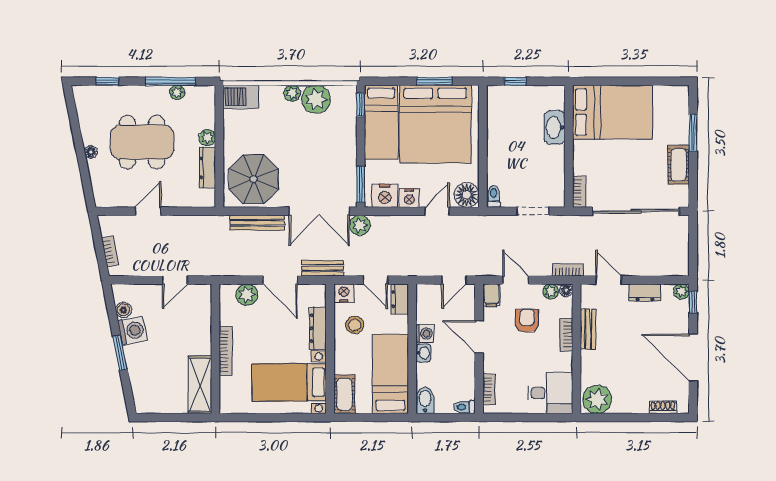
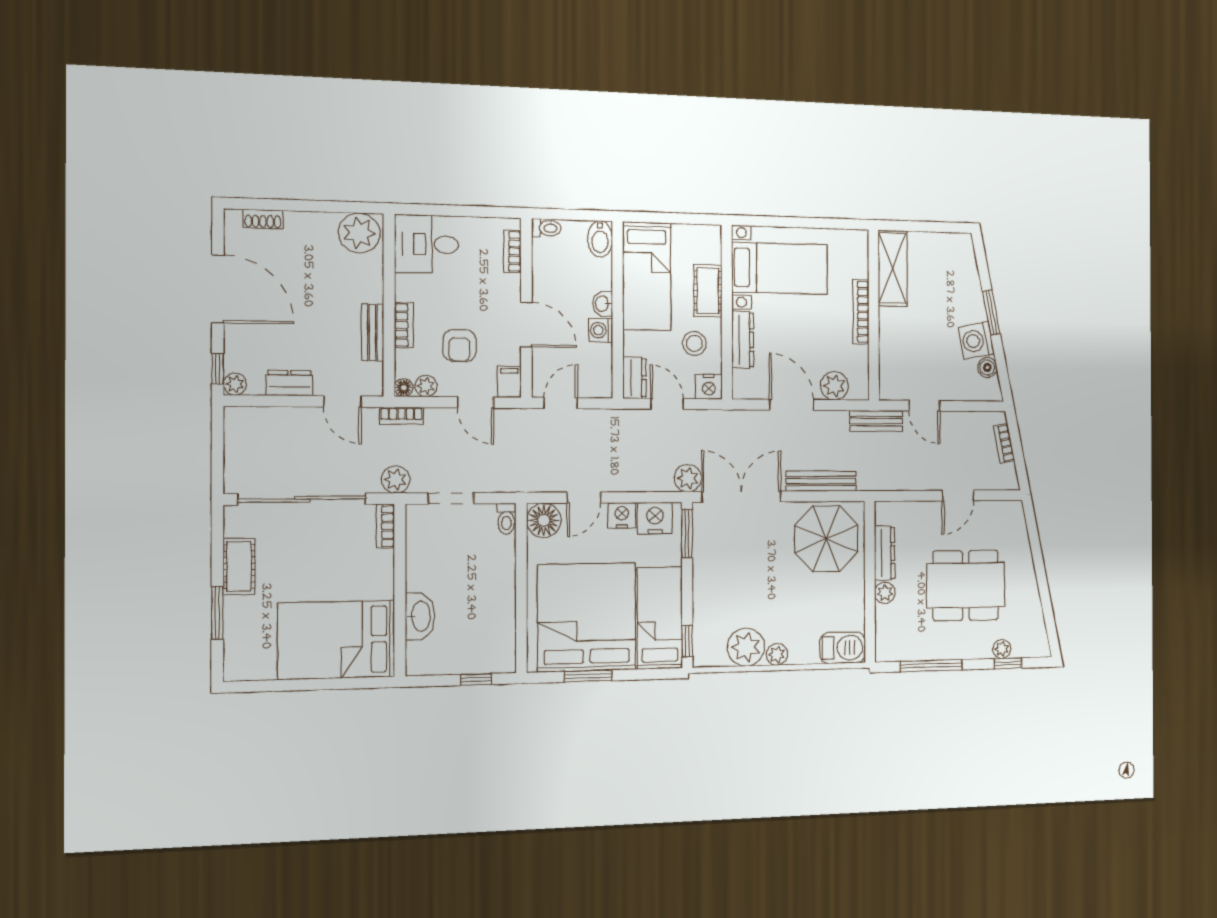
plant: (177, 92) -> (1002, 649), moved
floor lamp: (91, 152) -> (1028, 571), removed
plant: (572, 225) -> (396, 479), added
bench: (323, 268) -> (876, 421), moved
door: (175, 280) -> (924, 406), swing flipped
cot: (344, 394) -> (708, 291), moved

